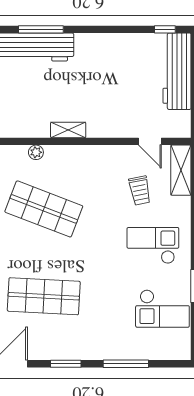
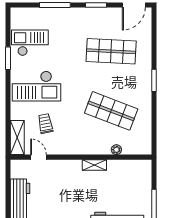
checkout: (153, 245) -> (36, 86), width x1.36, depth x1.21

